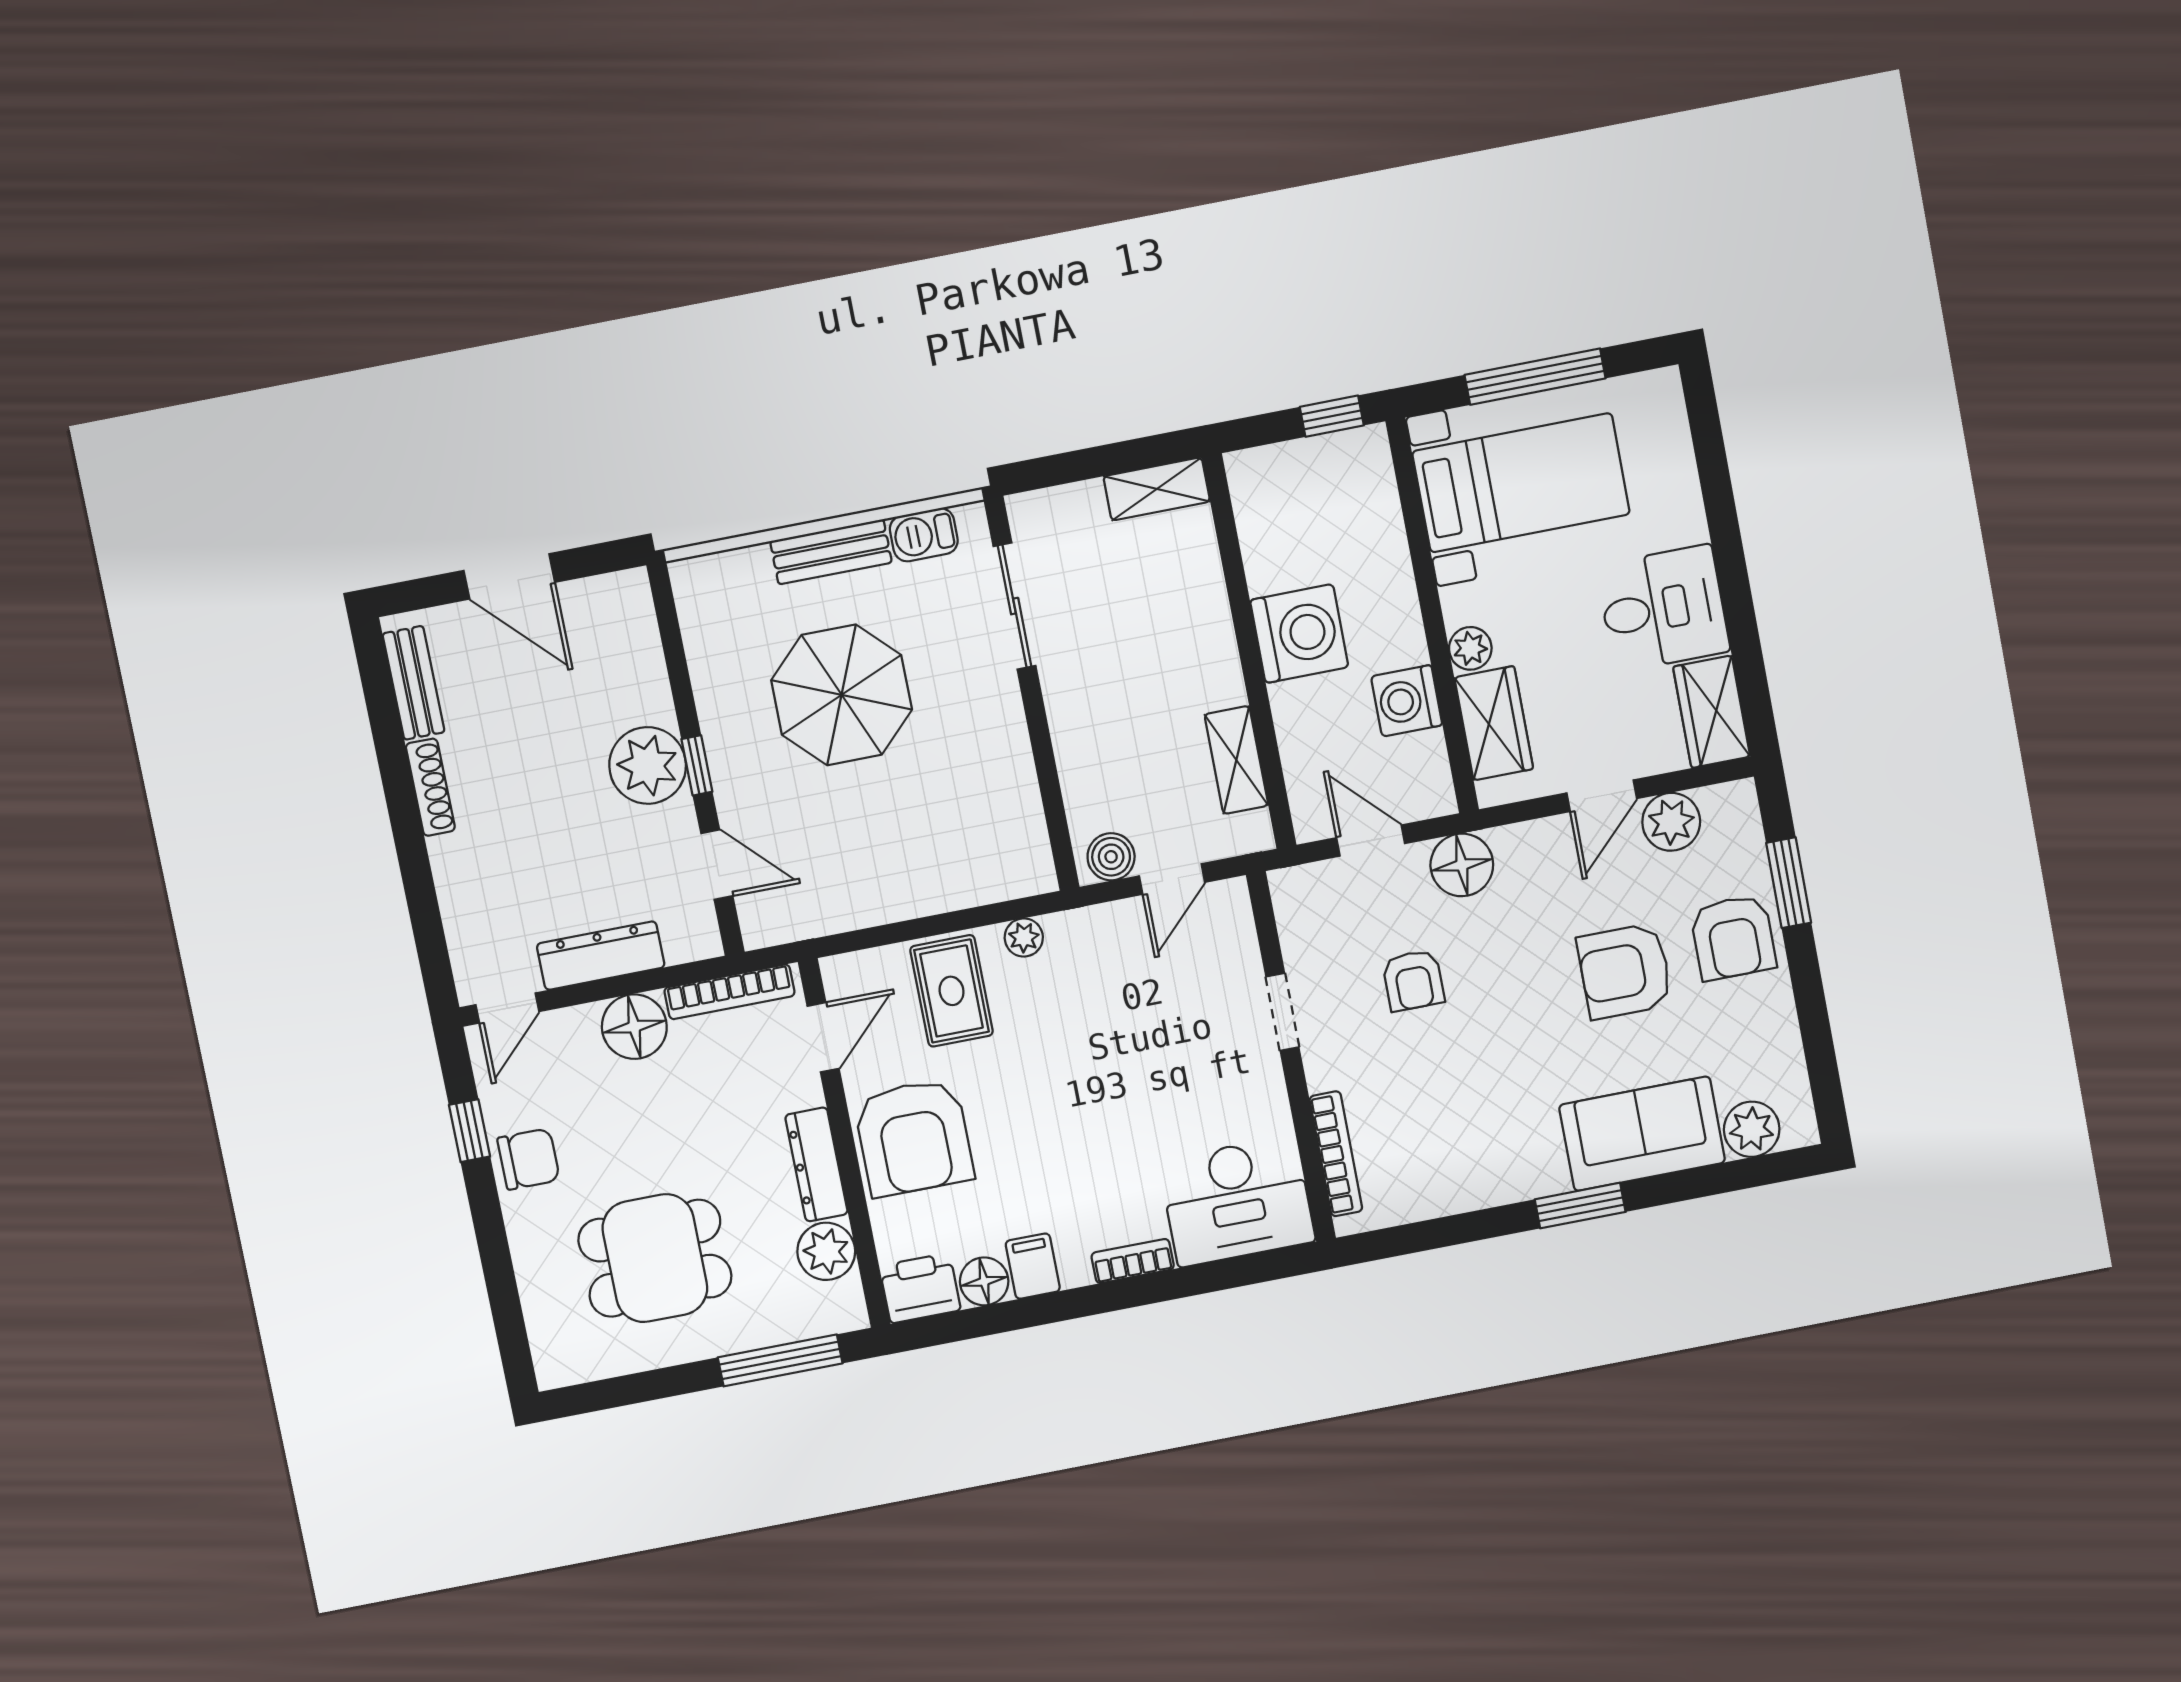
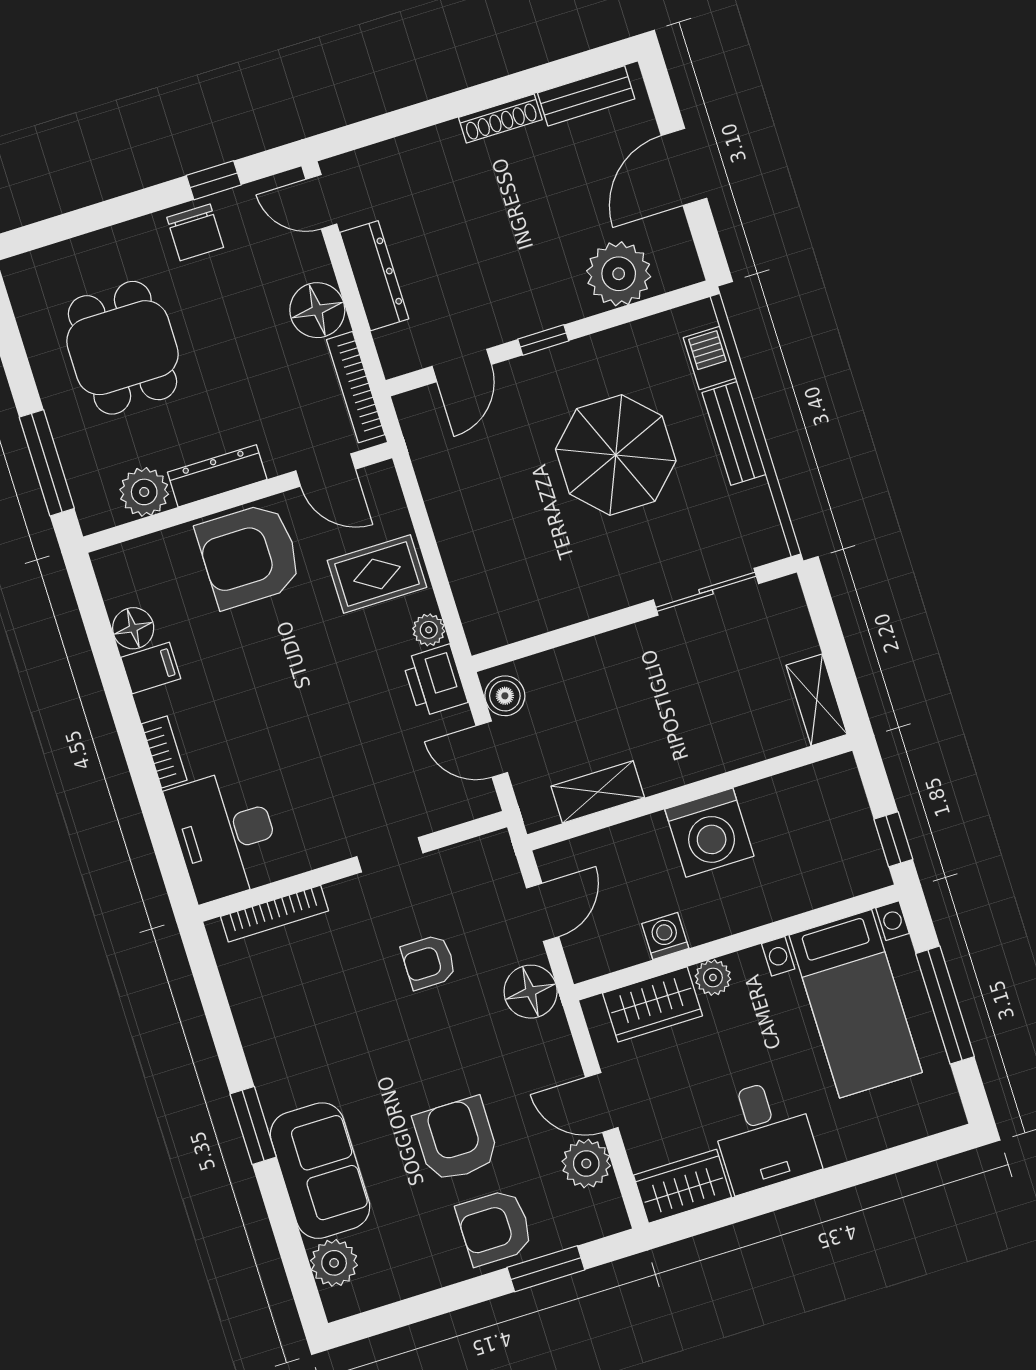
barbecue: (924, 535) -> (710, 358), moved
washing machine: (1407, 701) -> (665, 936), width x0.73, depth x0.73
plant: (648, 765) -> (619, 274), moved
printer: (920, 1288) -> (435, 681), moved, turned 180

